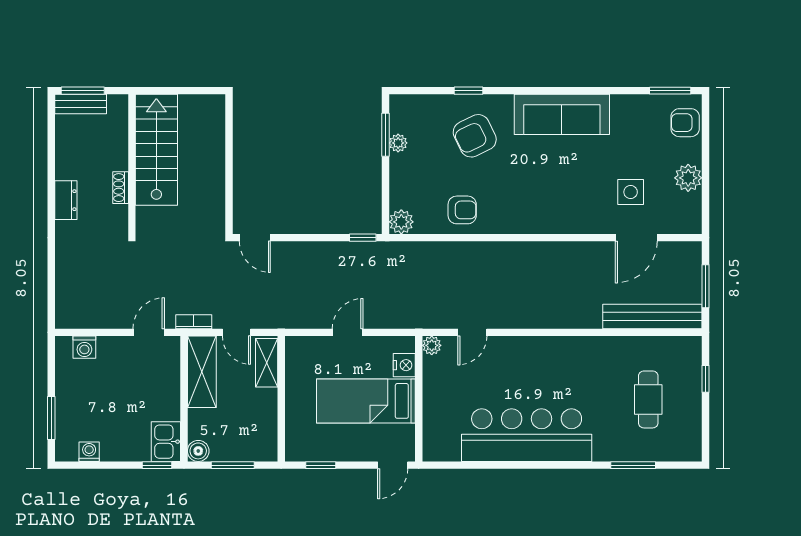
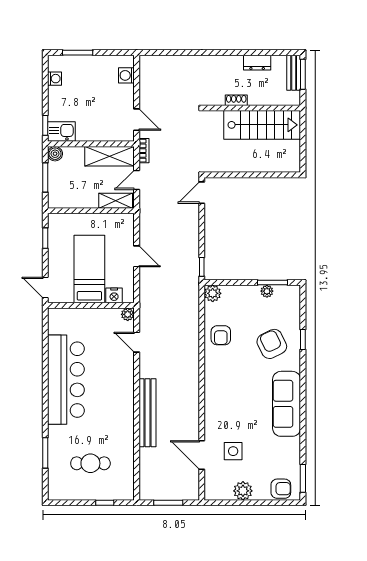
armchair: (685, 123) -> (281, 489), turned 90
dresser: (66, 200) -> (257, 63), moved
bench: (652, 317) -> (147, 413), moved

